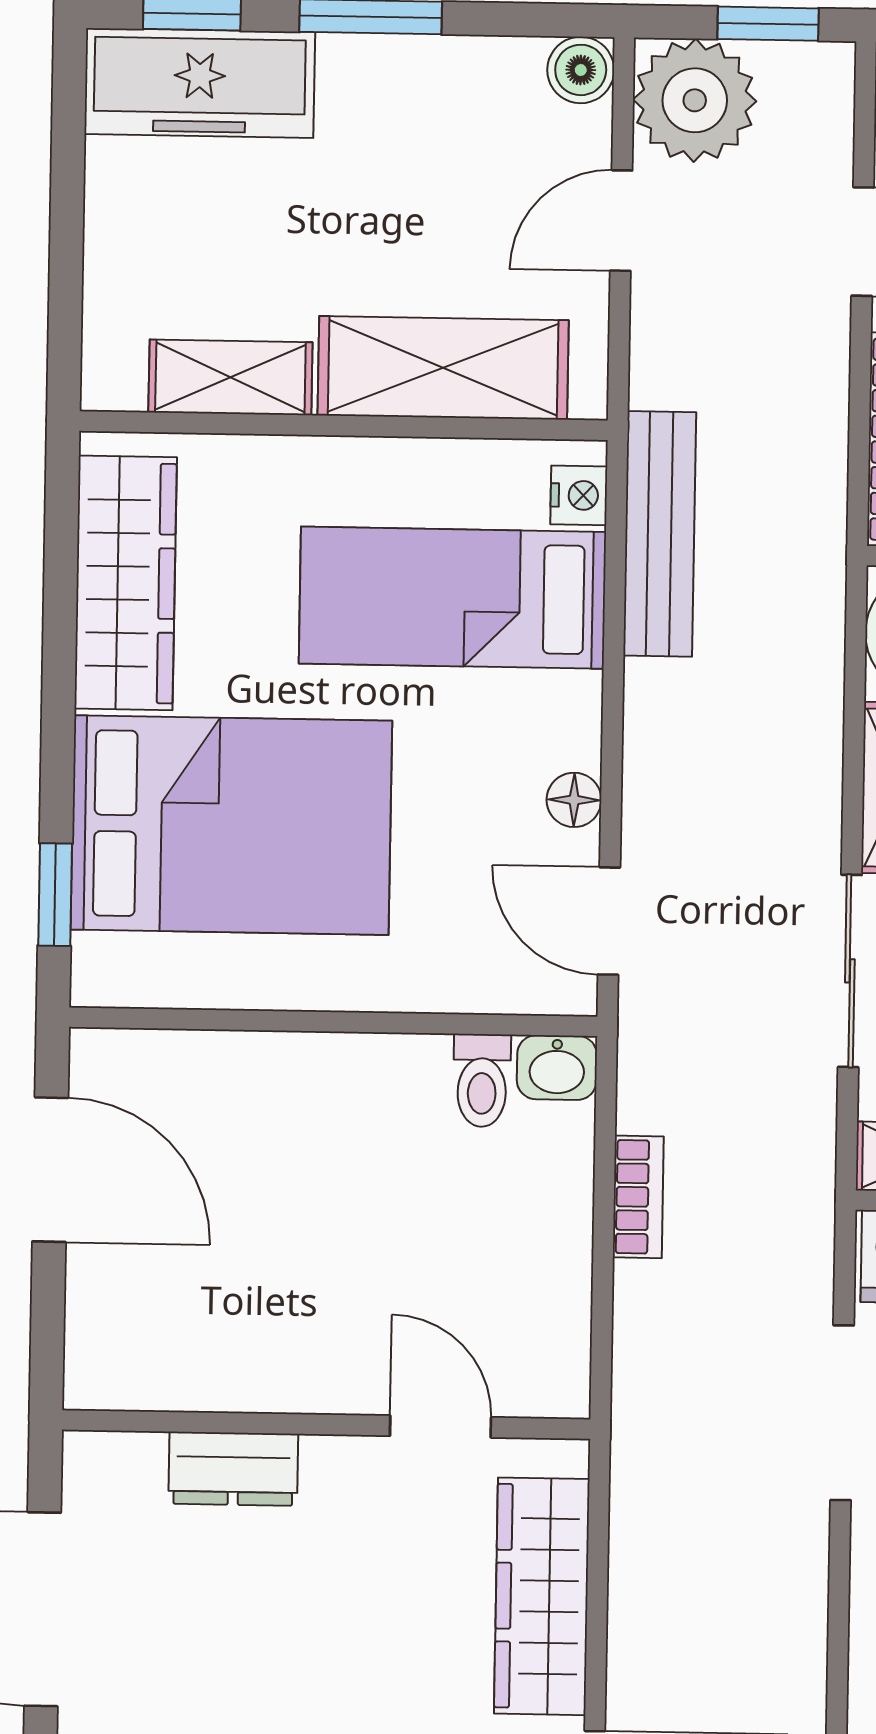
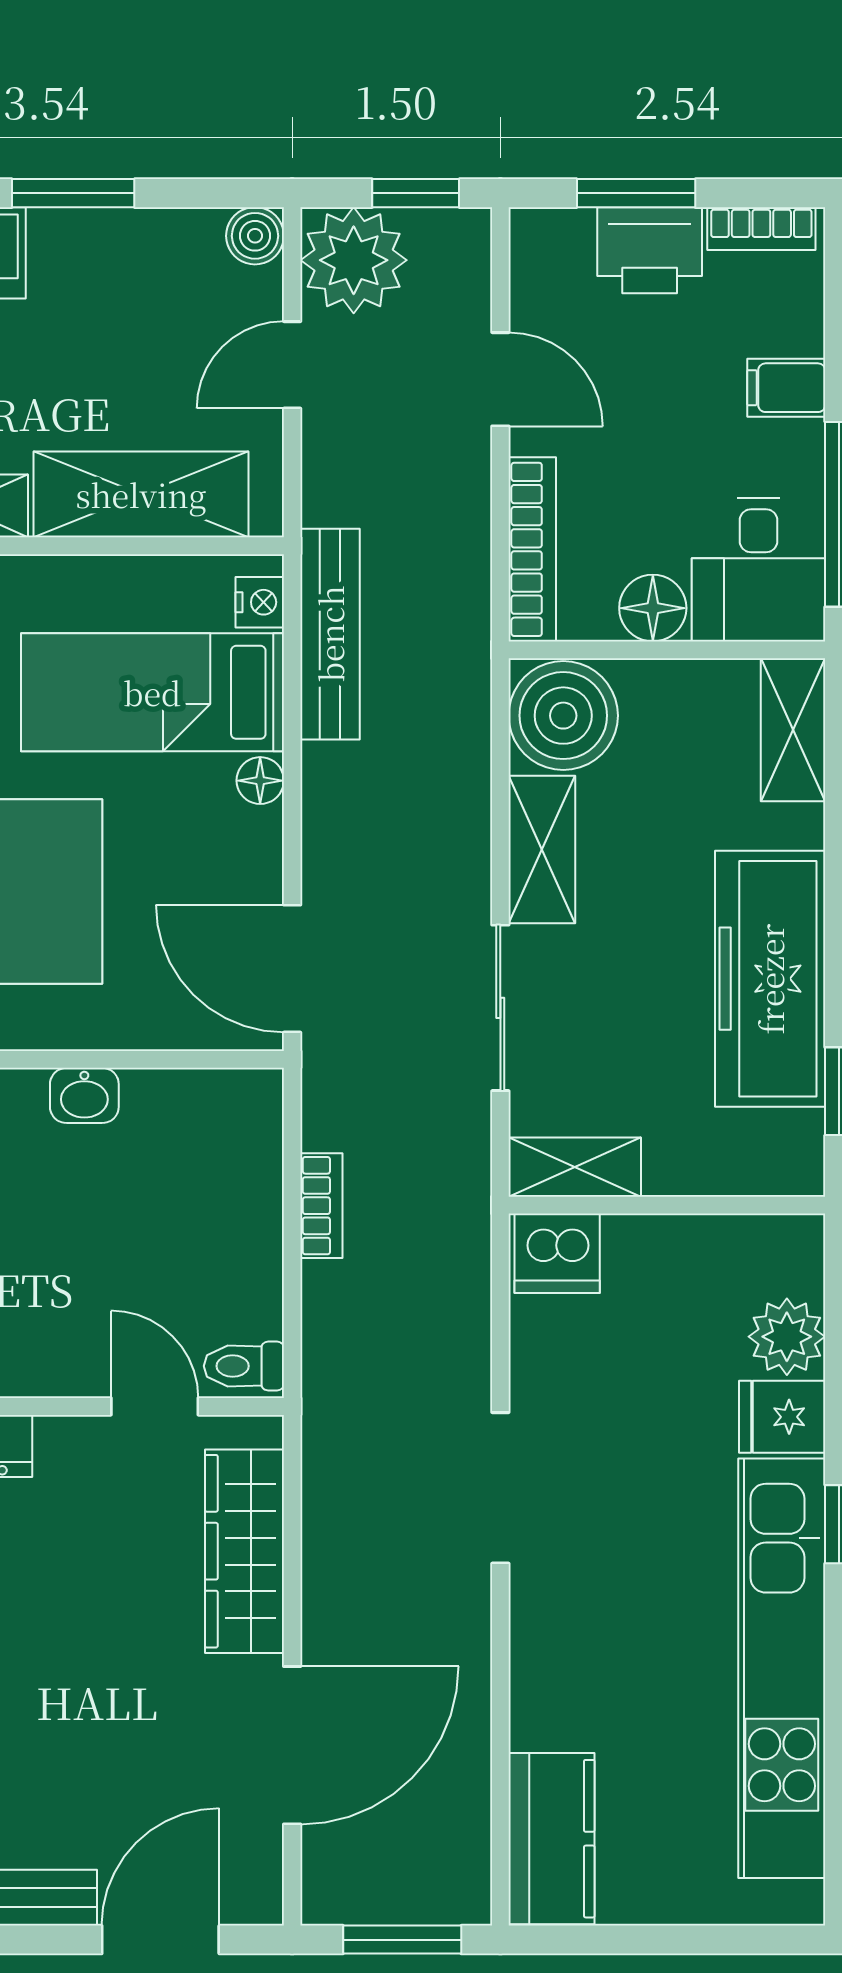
floor lamp: (574, 800) -> (260, 781), moved
door: (609, 921) -> (292, 969), width x1.38
washbasin: (557, 1068) -> (84, 1095), moved
toilet: (482, 1080) -> (244, 1366), moved, turned 90
doorway: (842, 1413) -> (500, 1488), moved

